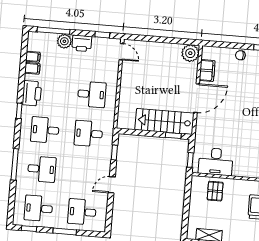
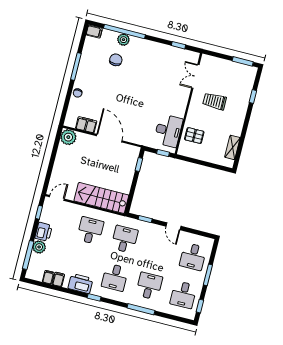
stairs: (164, 121) -> (101, 198), moved, turned 90
desk: (88, 134) -> (124, 239), turned 180

